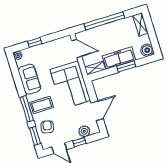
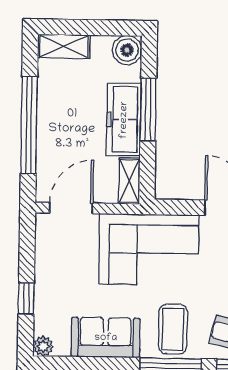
window: (126, 66) -> (148, 110), width x1.44

